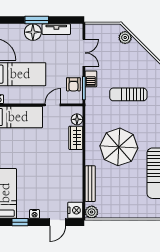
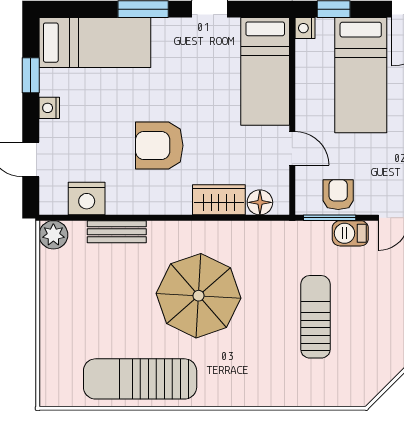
armchair: (73, 84) -> (338, 195), turned 90
armchair: (51, 165) -> (159, 146), added
bench: (90, 184) -> (117, 232), width x0.73
nightstand: (75, 210) -> (87, 199), moved

